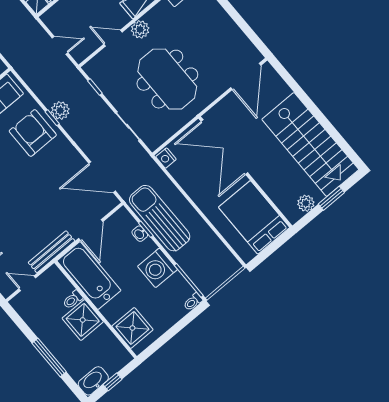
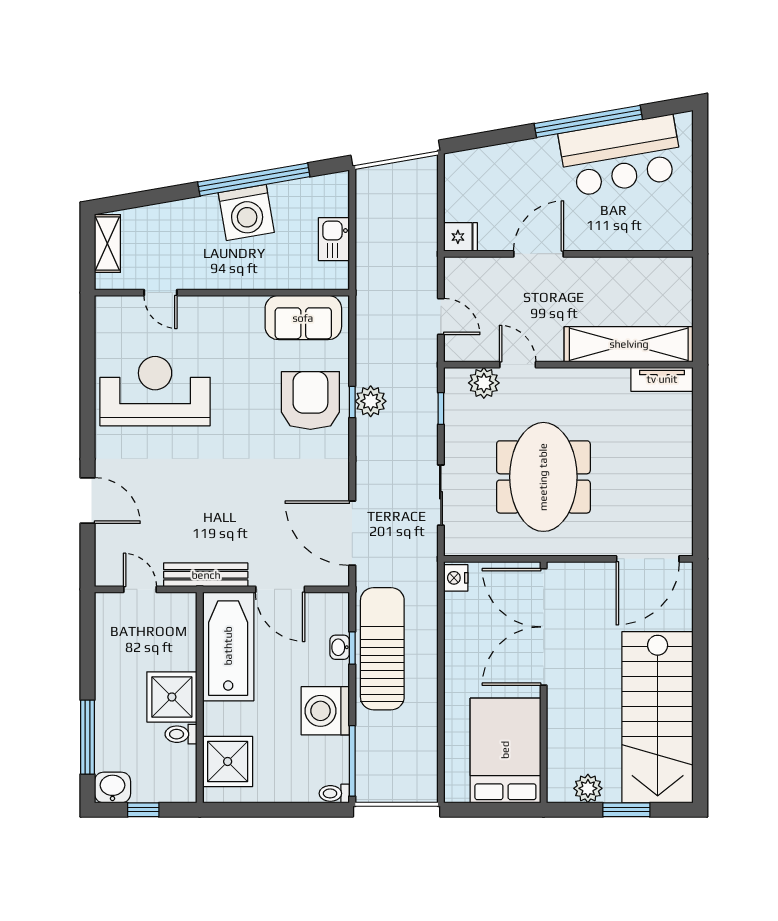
plant: (140, 29) -> (484, 383), moved
door: (91, 230) -> (280, 589), hinge flipped
toilet: (73, 300) -> (181, 734), moved
window: (49, 358) -> (87, 737), moved
washbasin: (93, 381) -> (112, 787), width x0.72

